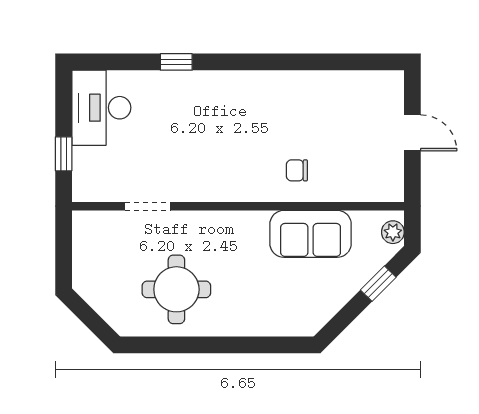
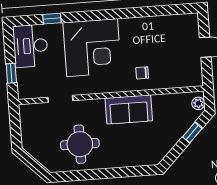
window: (176, 62) -> (52, 19), moved
corner desk: (211, 119) -> (92, 48), added
sofa: (311, 234) -> (129, 109), moved

